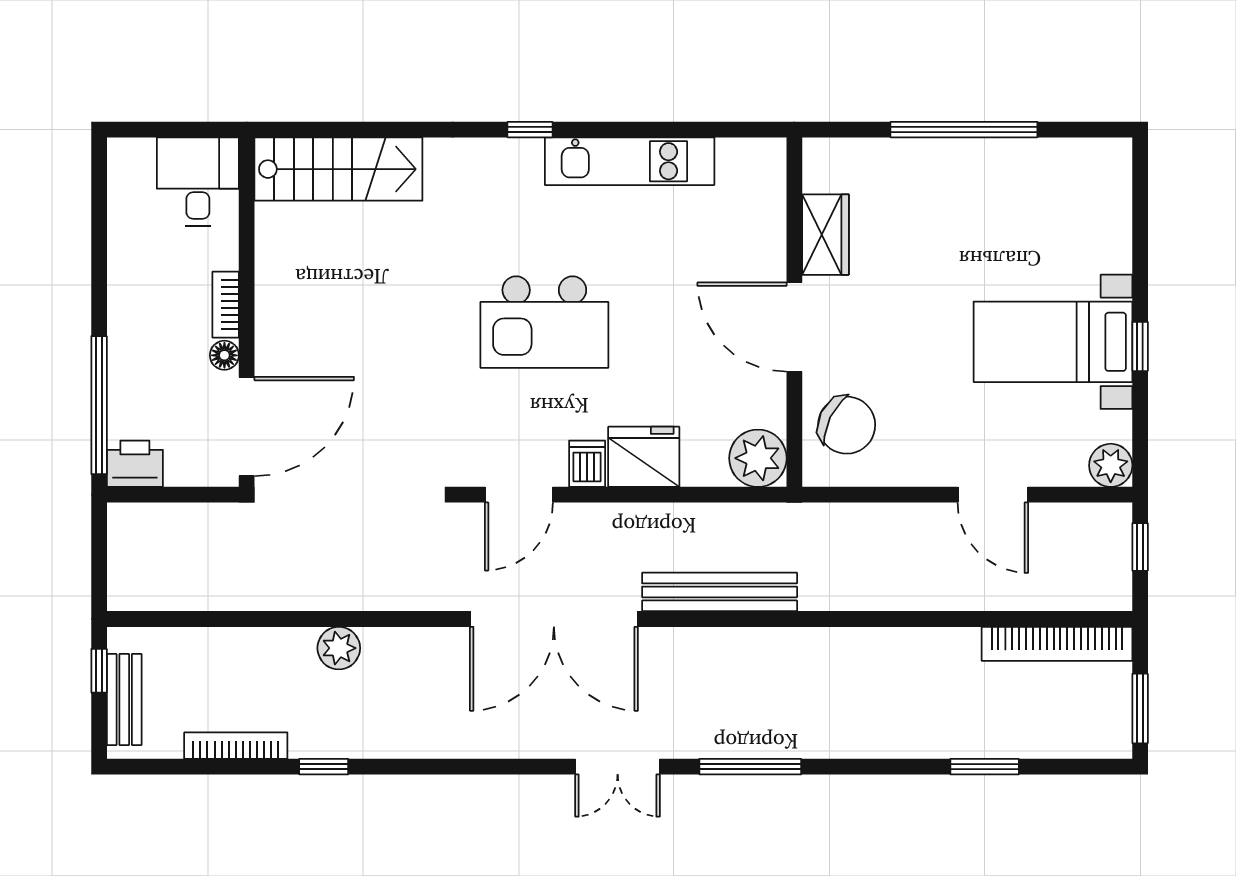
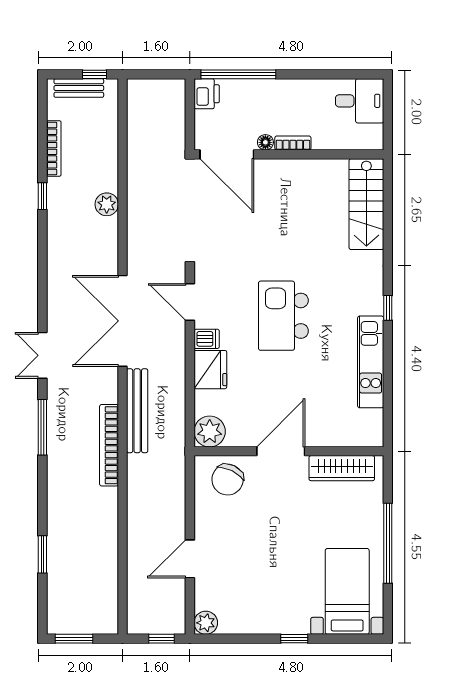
desk: (198, 182) -> (360, 101), moved
wardrobe: (825, 235) -> (342, 468), width x1.50
bed with nightstands: (1053, 342) -> (347, 591), moved
window: (1140, 346) -> (294, 639), moved
bookcase: (1057, 644) -> (109, 445), moved

